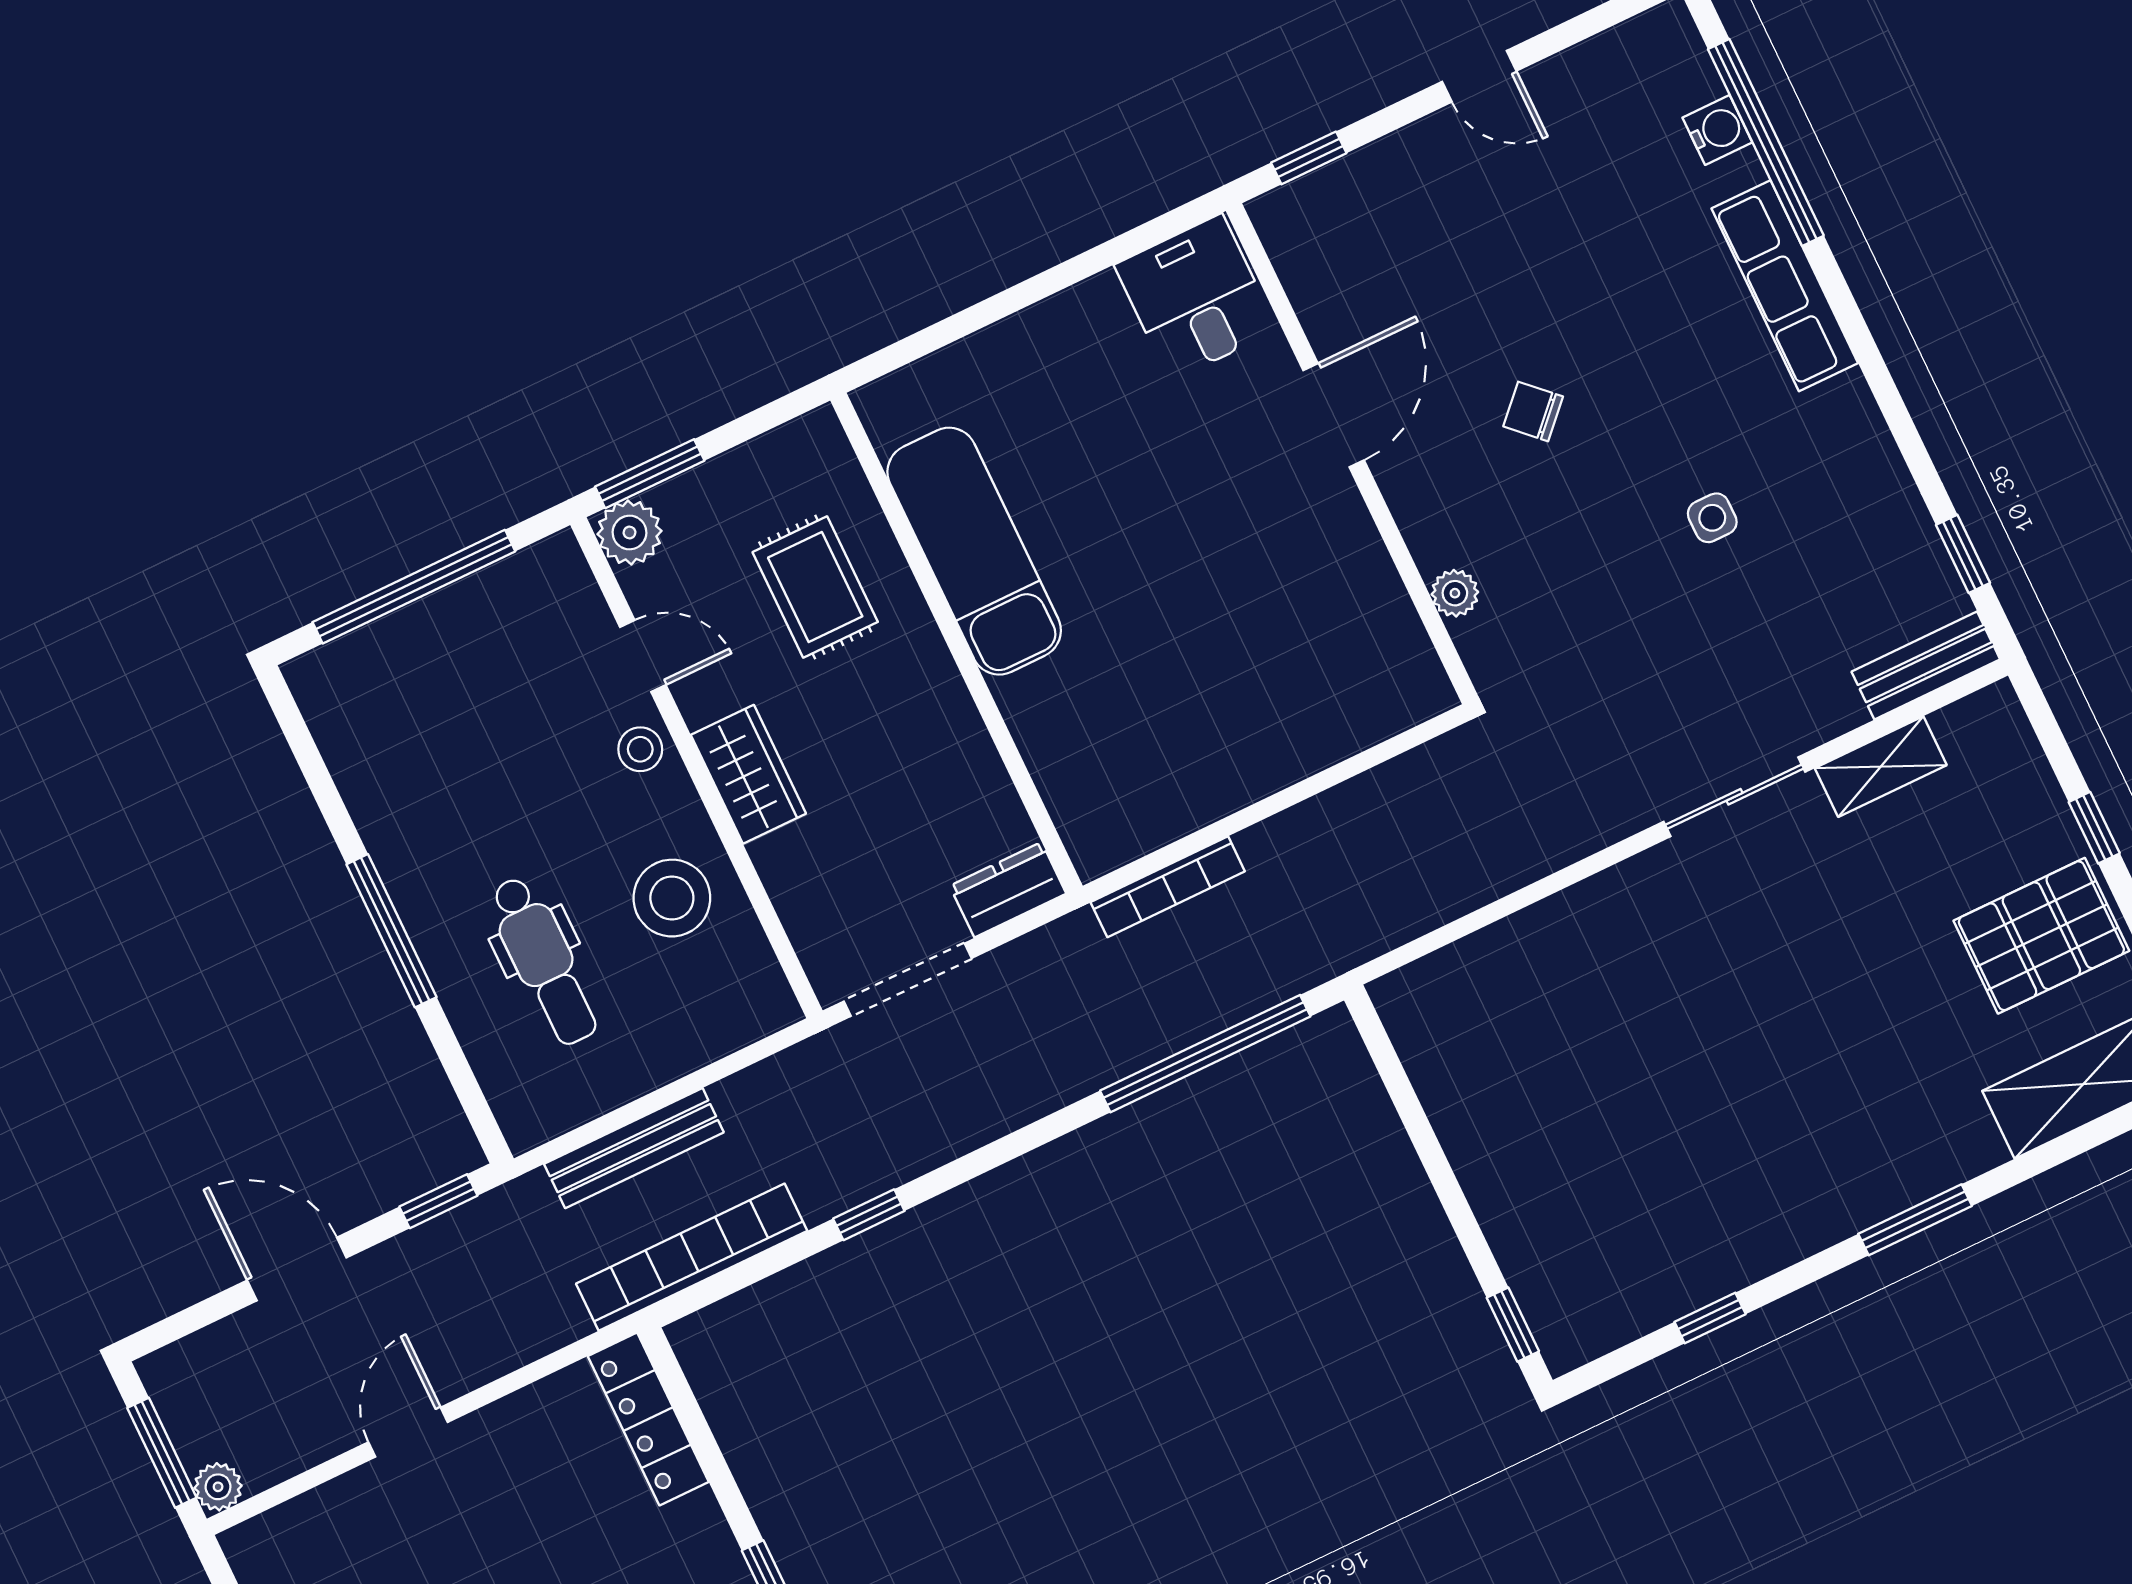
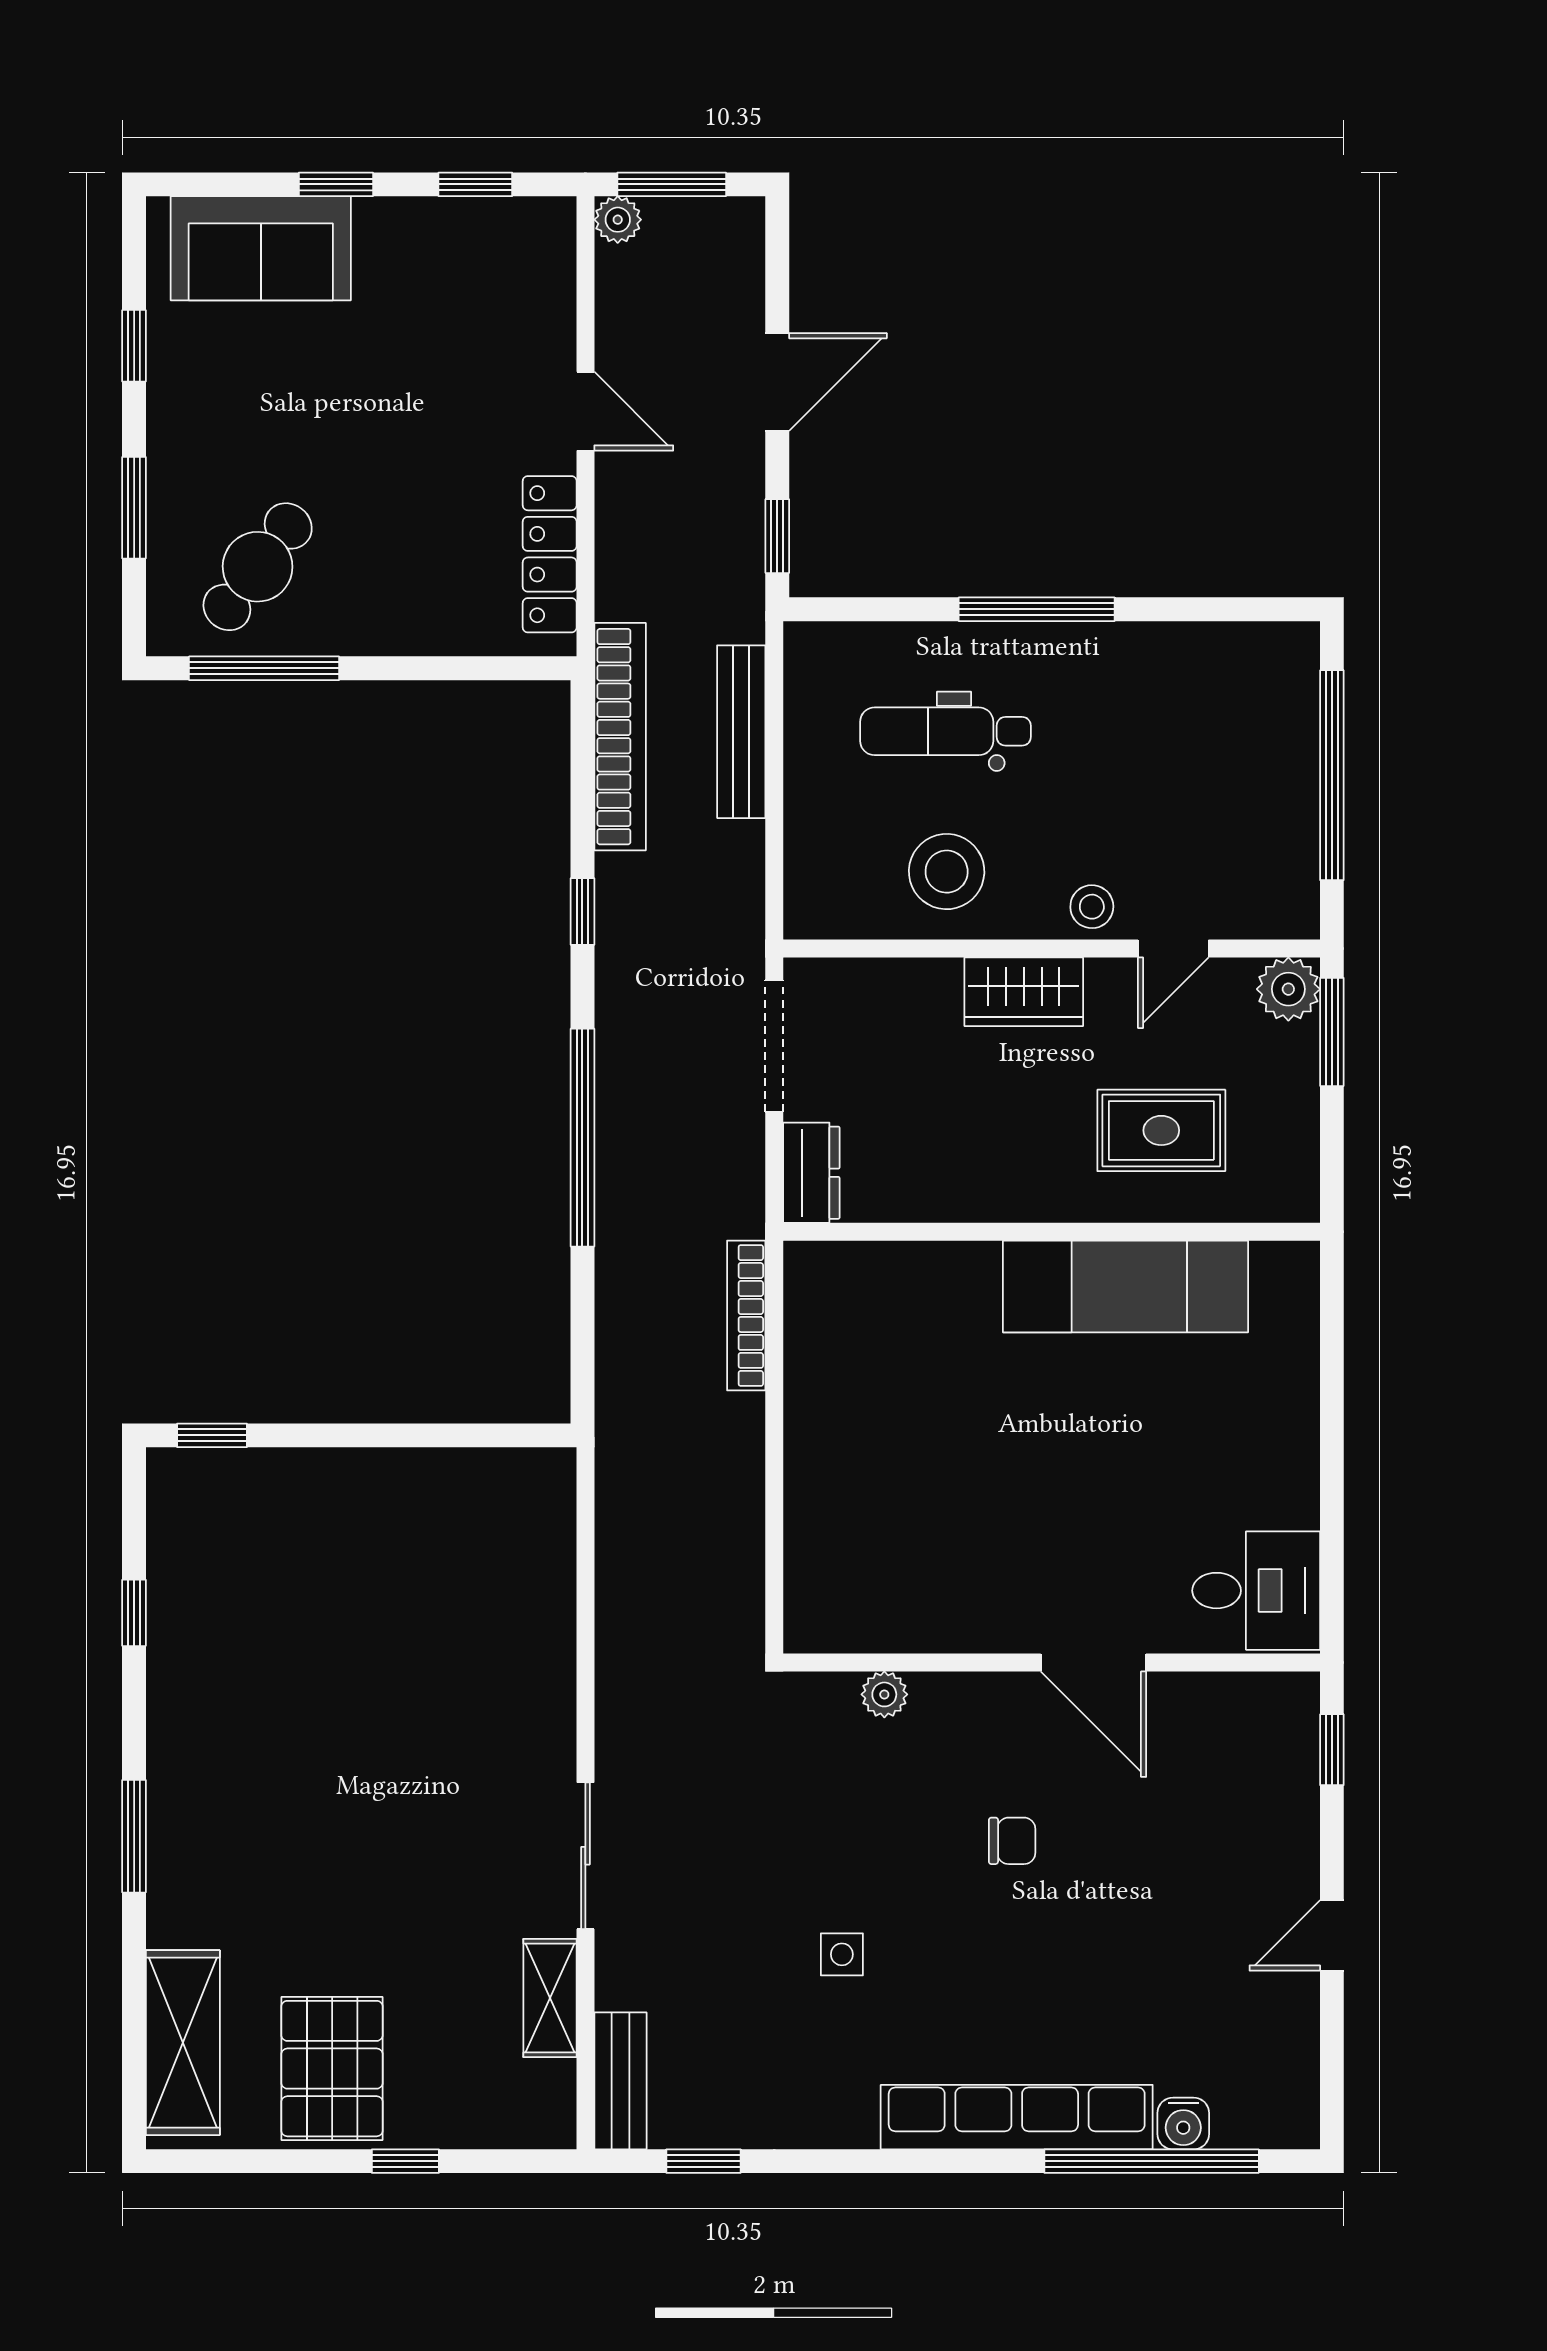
row of seats: (1785, 286) -> (1017, 2117), width x1.36
chair: (1533, 411) -> (1012, 1841), turned 46
window: (1205, 1054) -> (582, 1138), moved
locker: (648, 1419) -> (550, 554), moved, turned -90

